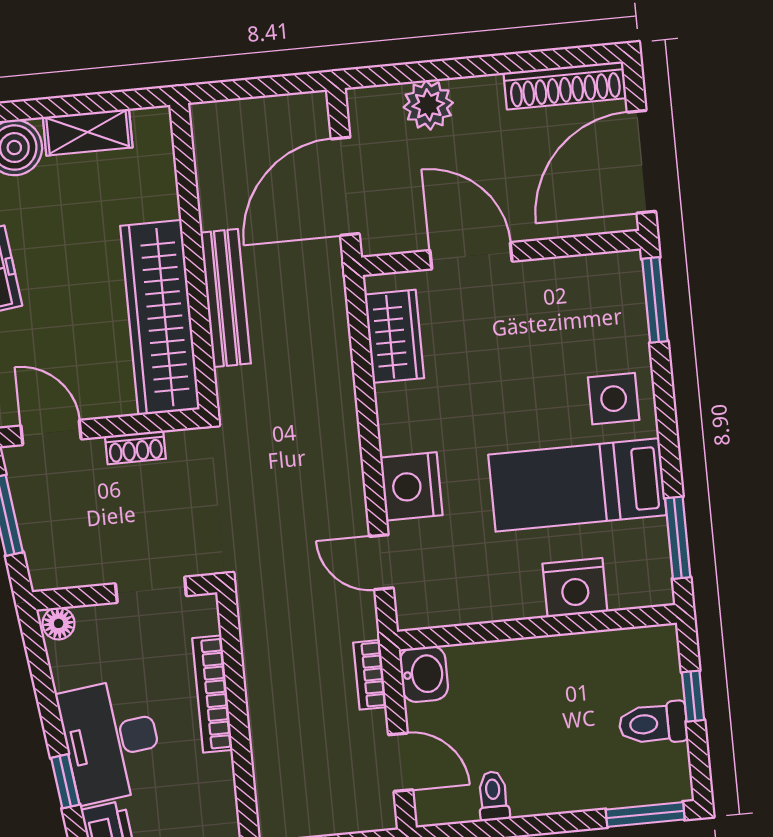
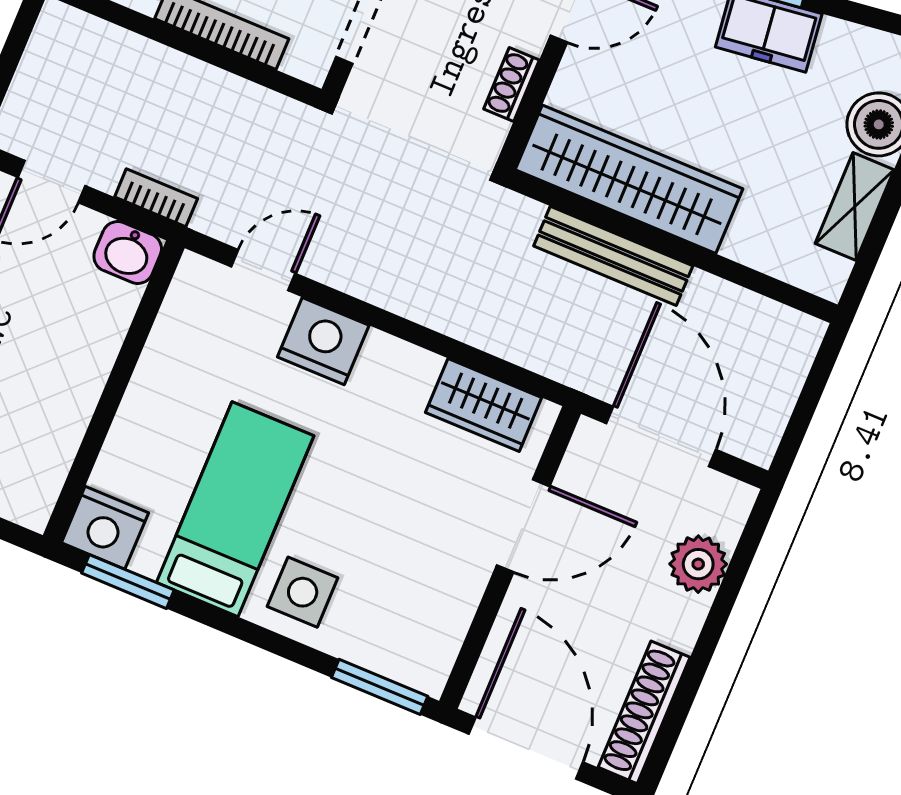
nightstand: (575, 588) -> (105, 528), moved, turned -90

